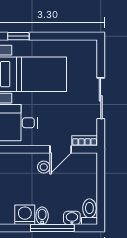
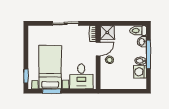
door: (61, 149) -> (98, 49), hinge flipped
shower: (86, 164) -> (107, 33), added

